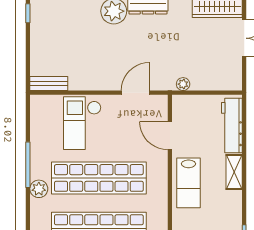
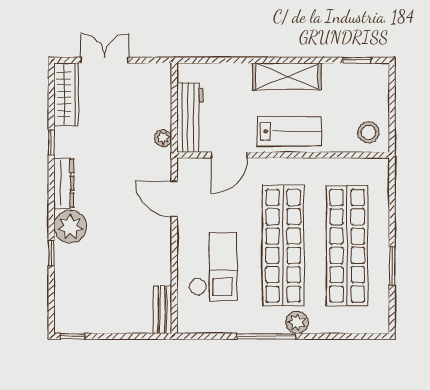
checkout: (82, 123) -> (213, 267), turned -90
workbench: (232, 125) -> (190, 117), moved, turned -90
shelving: (234, 172) -> (287, 76), width x1.50, depth x1.33

